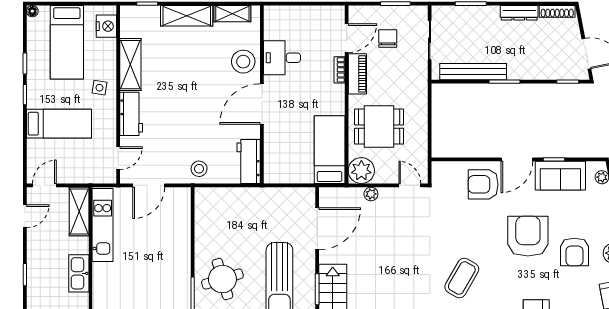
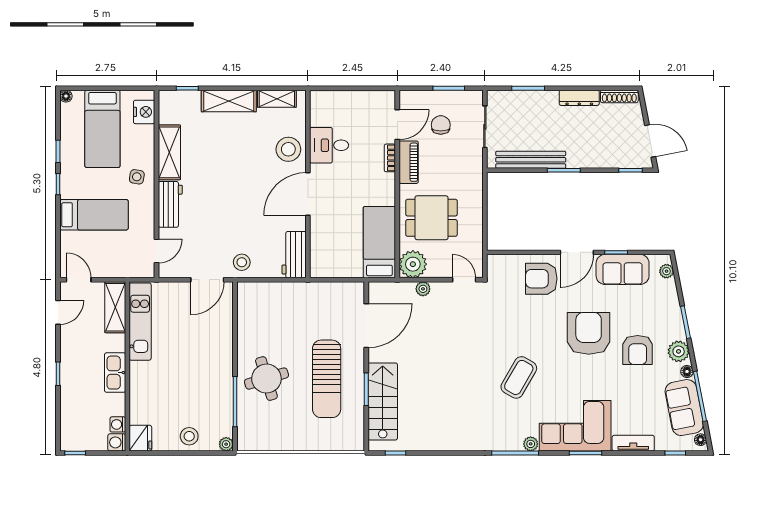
door: (44, 185) -> (79, 280), hinge flipped
door: (149, 185) -> (207, 280), moved

